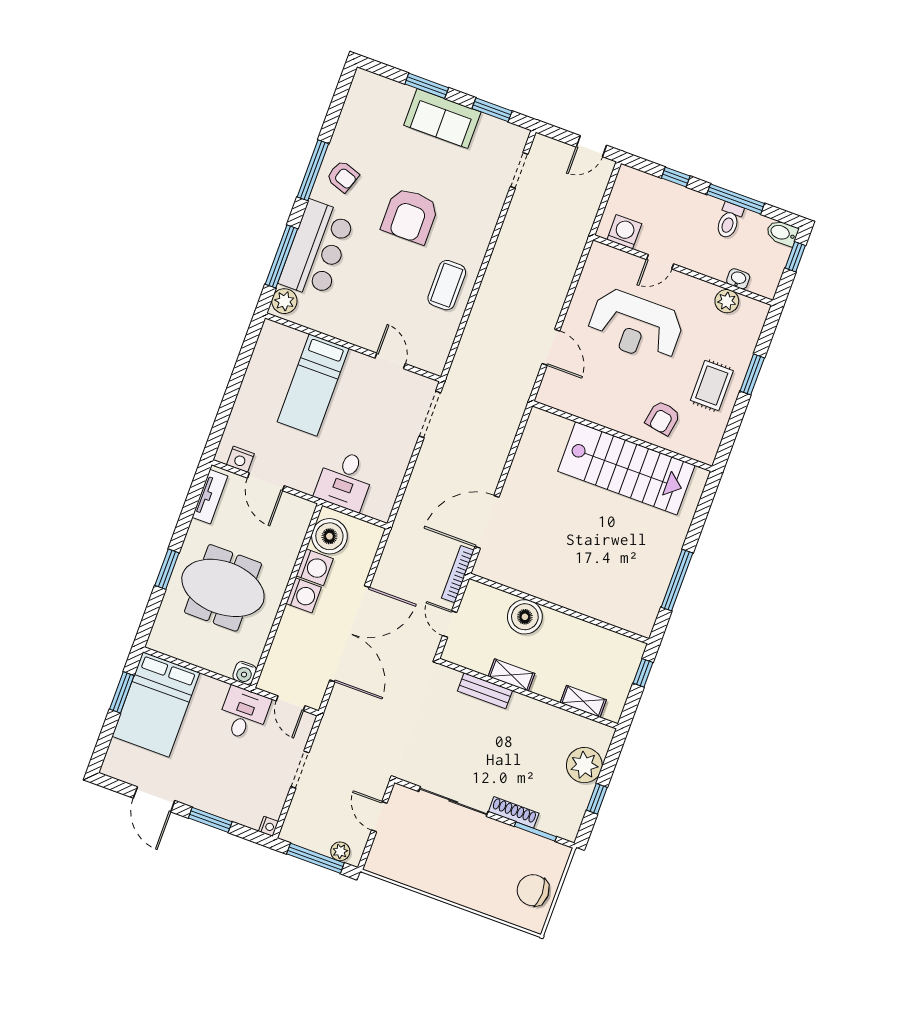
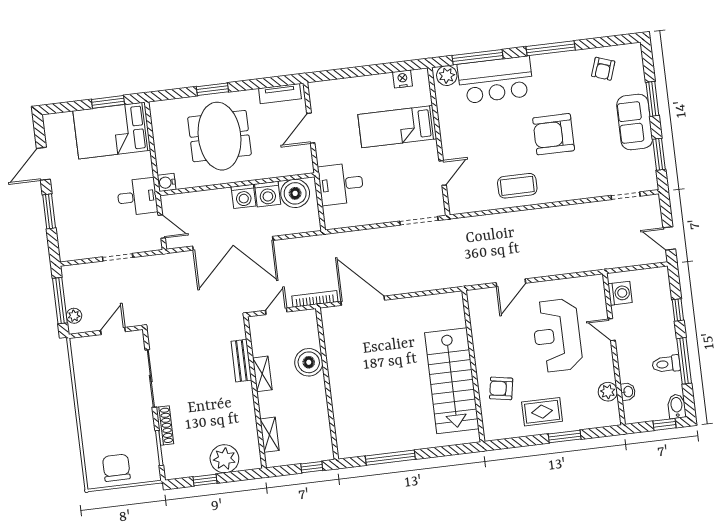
armchair: (343, 176) -> (603, 69), moved
nightstand: (240, 459) -> (403, 79), moved, turned 90
door: (291, 703) -> (162, 226), swing flipped
nightstand: (268, 826) -> (66, 255), removed

